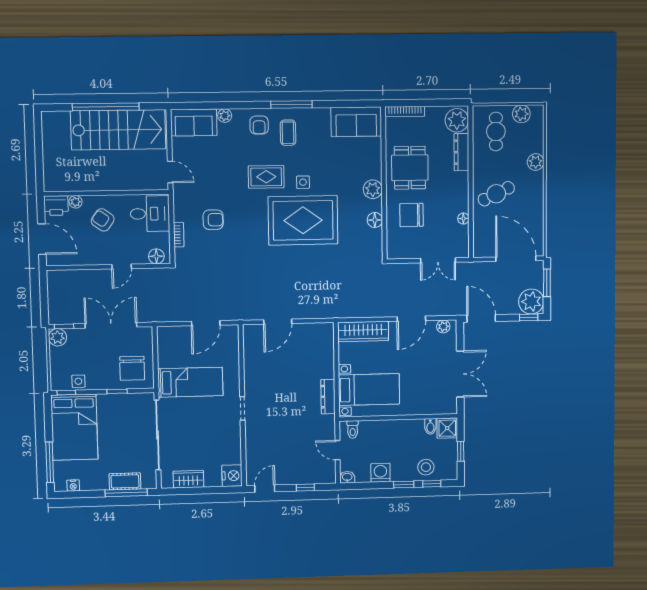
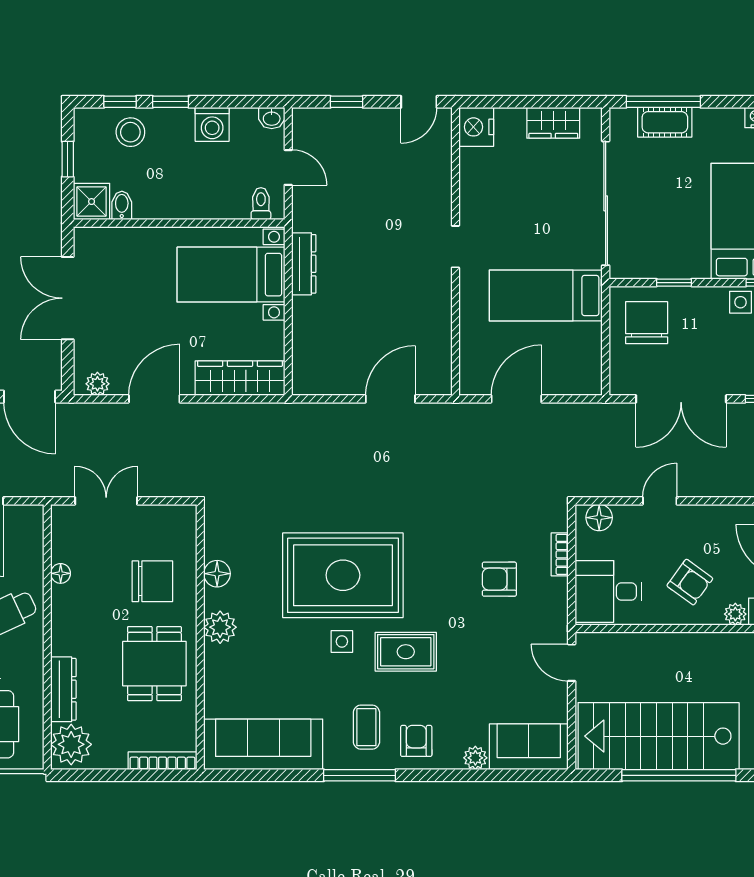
sofa: (356, 122) -> (263, 744), width x1.36

